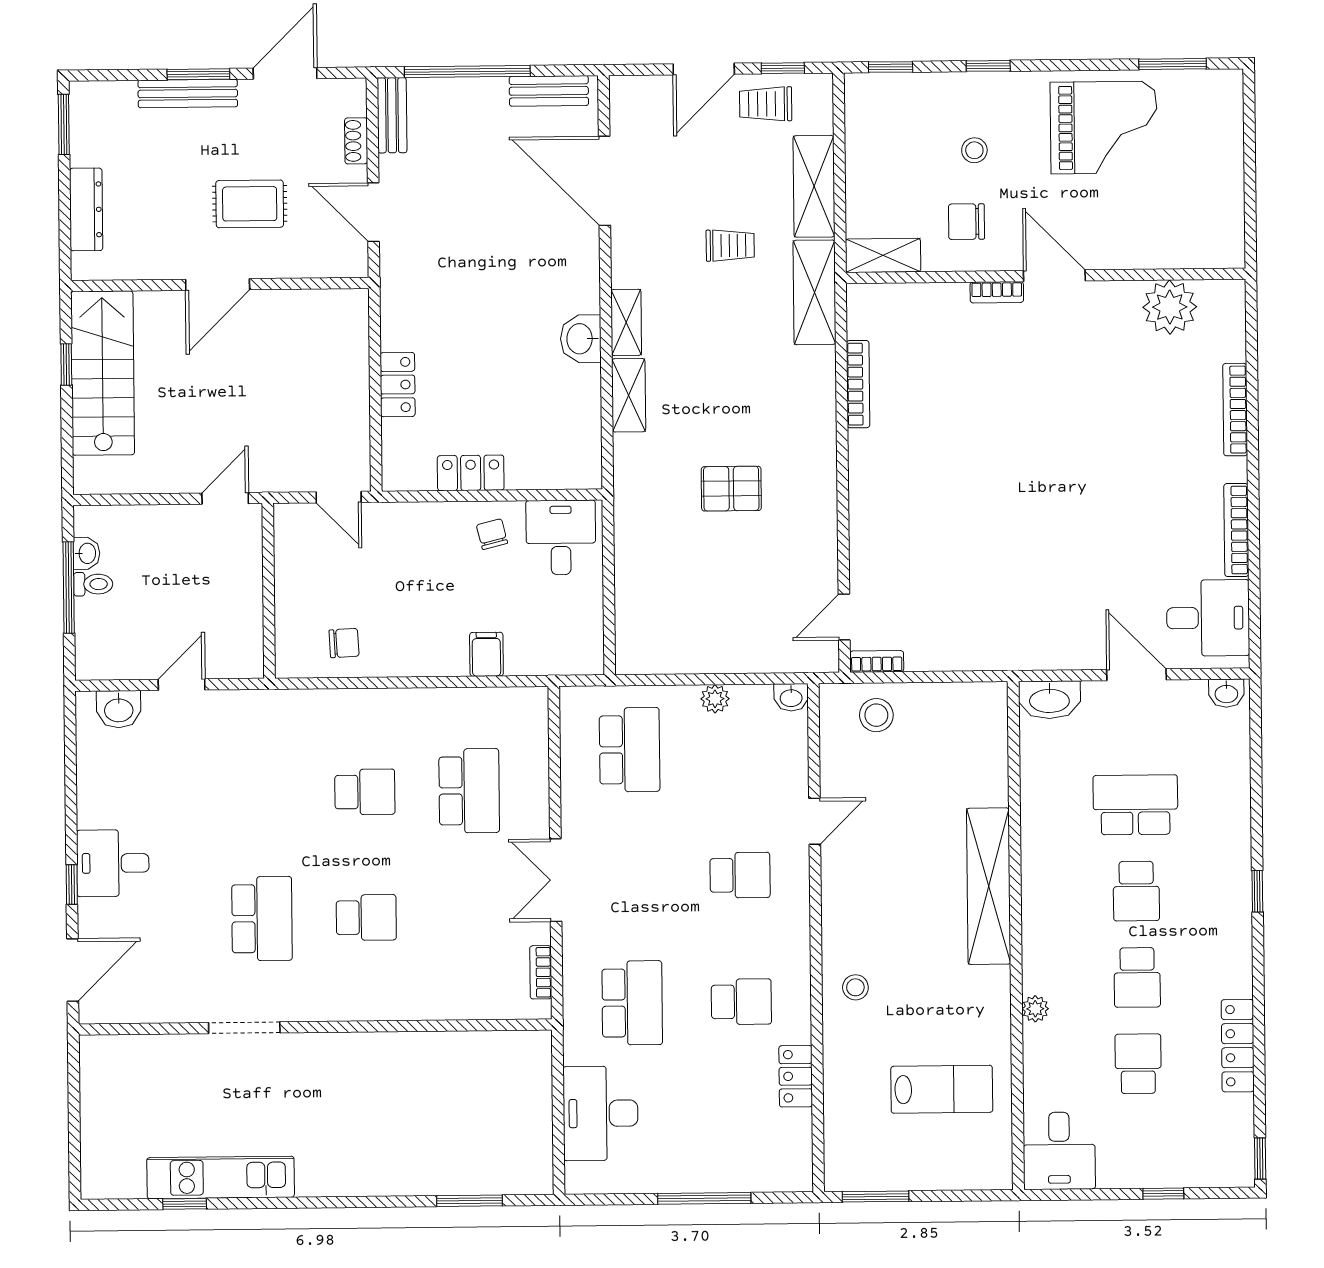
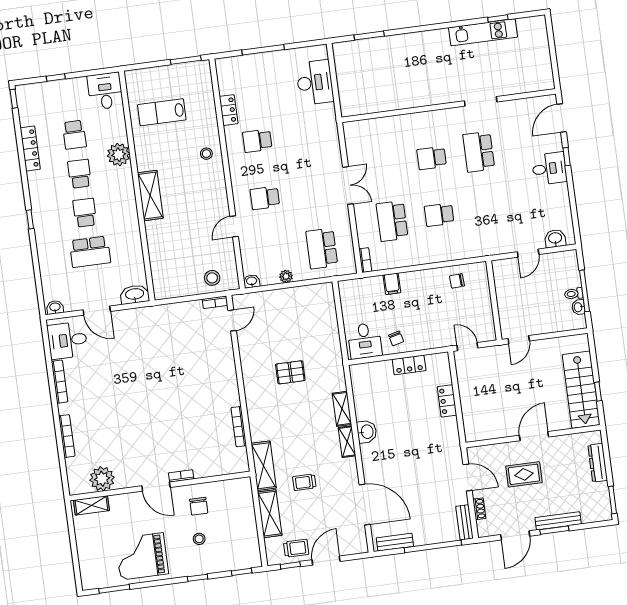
chair: (966, 222) -> (199, 506), turned 90
shelving: (883, 255) -> (91, 505), moved
shelving: (989, 886) -> (150, 196), width x0.68
bookcase: (541, 972) -> (365, 260), moved
school desk: (632, 1003) -> (307, 134), removed
plant: (1035, 1009) -> (119, 155), width x1.88, depth x1.88

